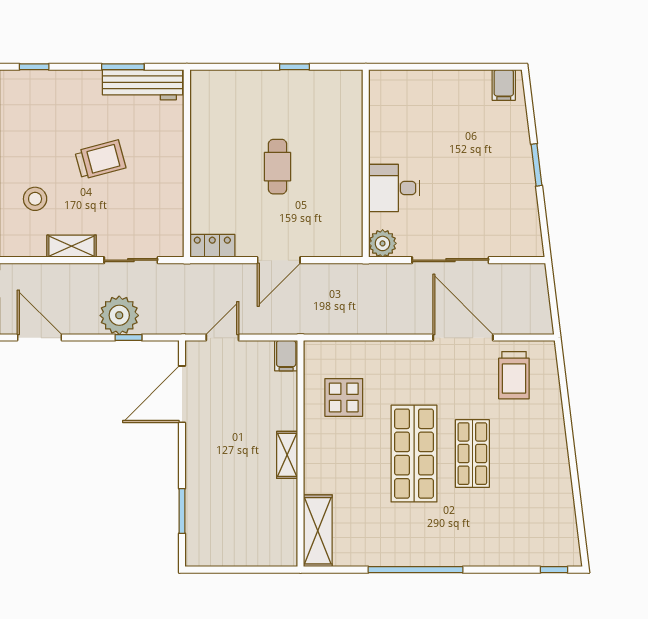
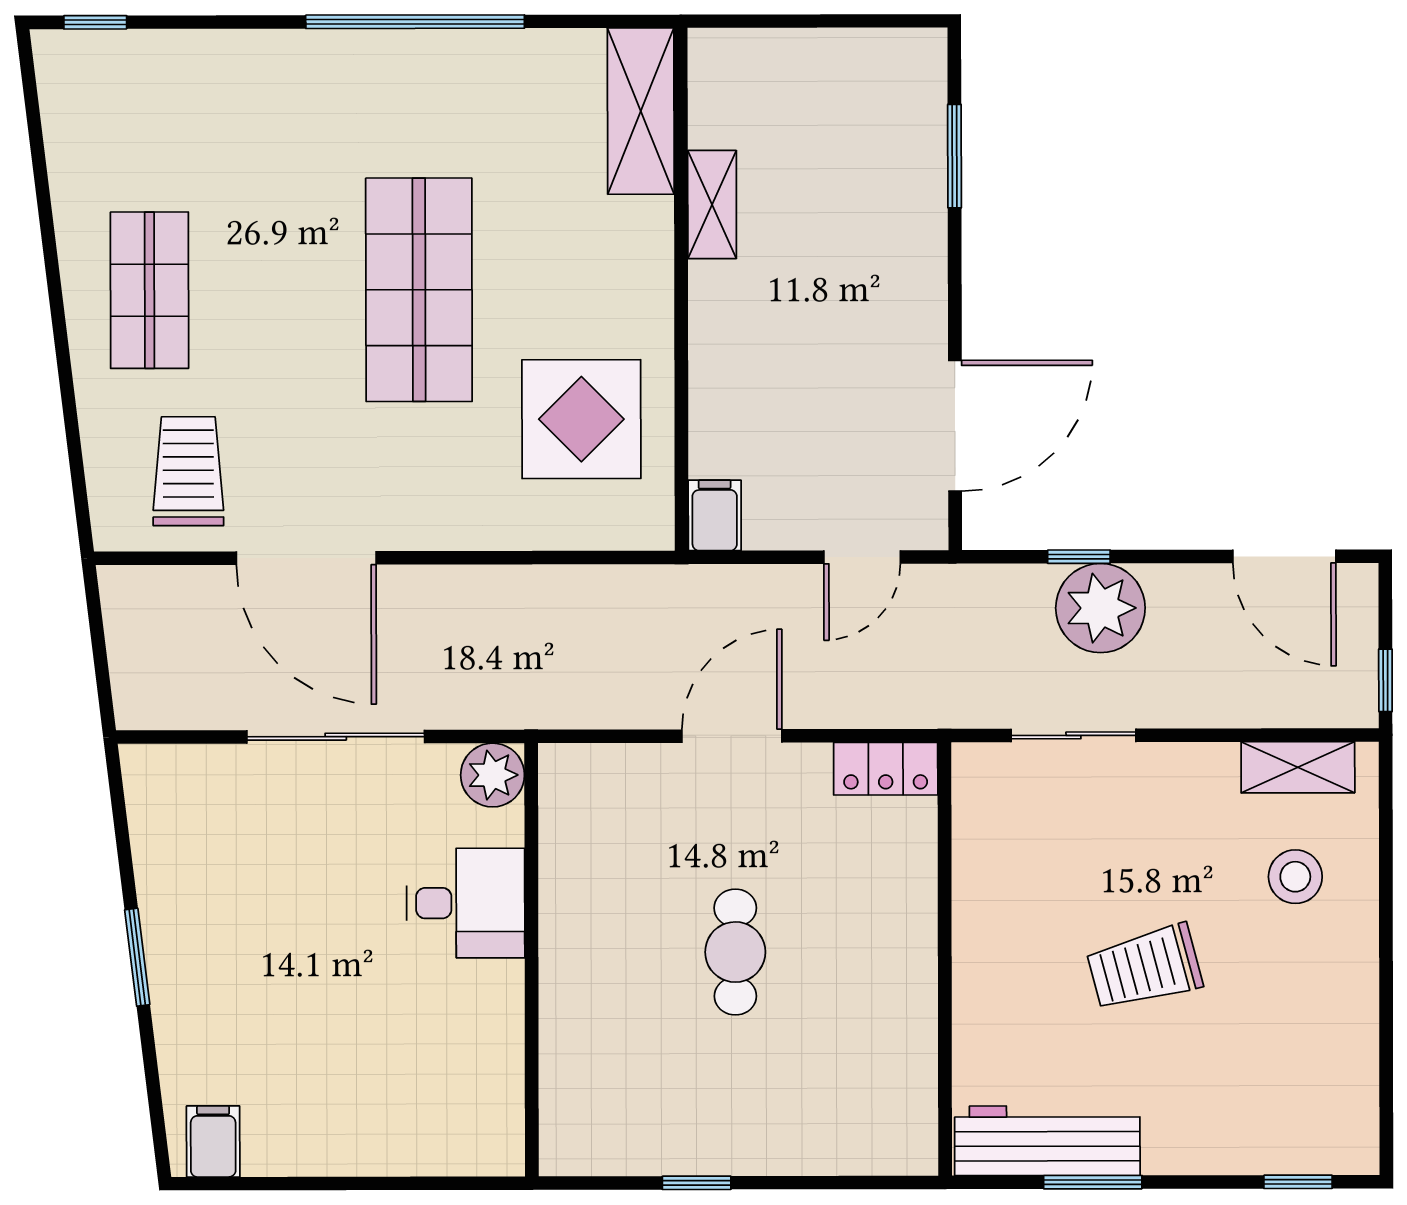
shelving: (72, 246) -> (1298, 767), moved
display table: (344, 397) -> (581, 419), width x1.36, depth x1.36
shop shelf: (472, 454) -> (149, 290), moved
shelving: (287, 455) -> (712, 205), moved

